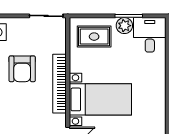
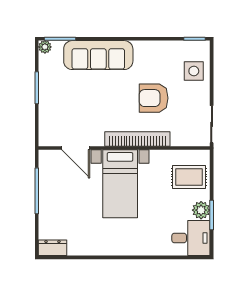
rug: (94, 37) -> (189, 177), turned 90

